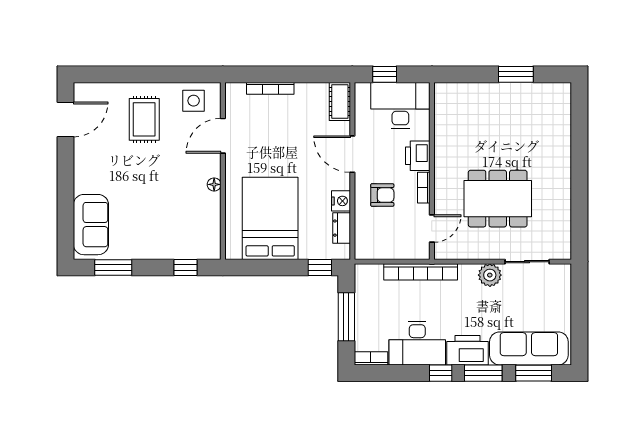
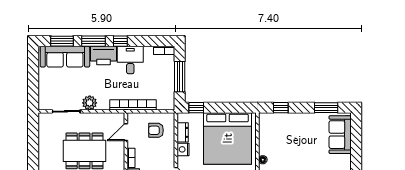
armchair: (382, 195) -> (156, 130), moved
bed: (270, 218) -> (228, 138), width x1.36
desk: (417, 343) -> (130, 60), width x0.73

